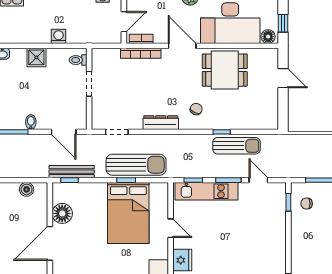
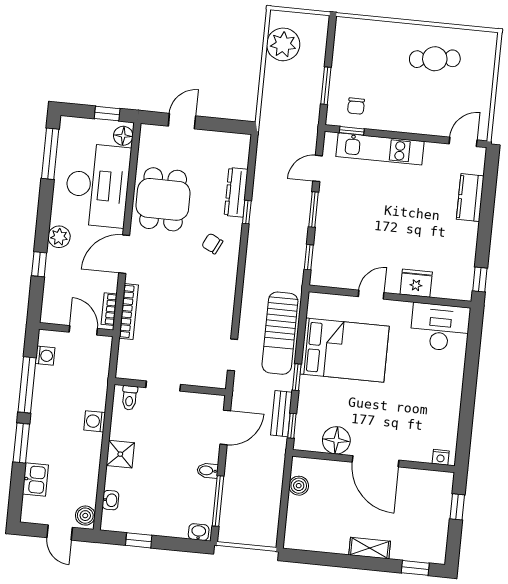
dresser: (161, 123) -> (236, 192), moved
sun lounger: (236, 146) -> (268, 194), removed
sun lounger: (136, 165) -> (280, 333), turned 180
bench: (72, 172) -> (281, 414), width x0.73
window: (126, 180) -> (297, 377), moved
kitchen unit: (207, 191) -> (380, 149), moved, turned 90

